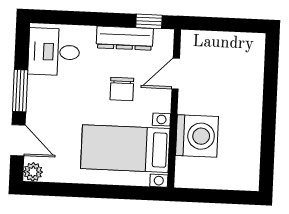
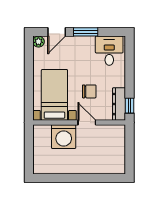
dresser: (125, 38) -> (119, 104), moved
door: (176, 74) -> (87, 123), moved
chair: (122, 89) -> (89, 91), turned 180

